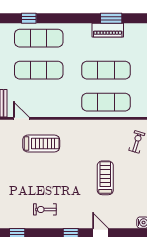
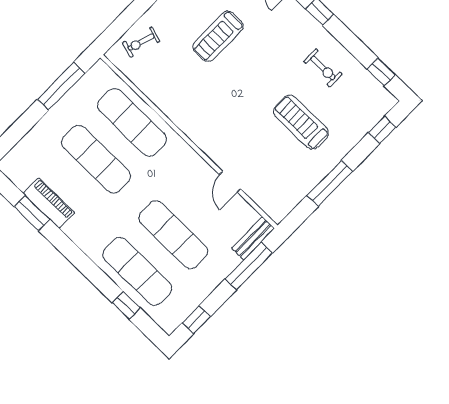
door: (21, 118) -> (230, 182), moved
treadmill: (41, 143) -> (301, 122), moved

